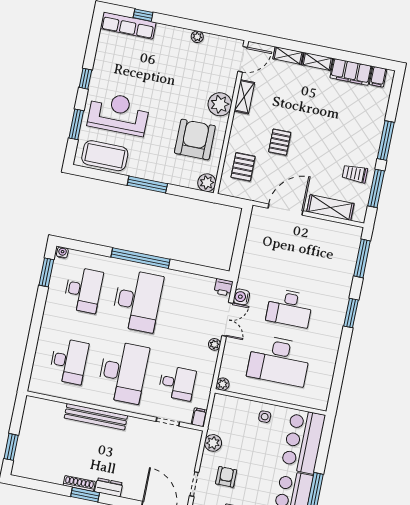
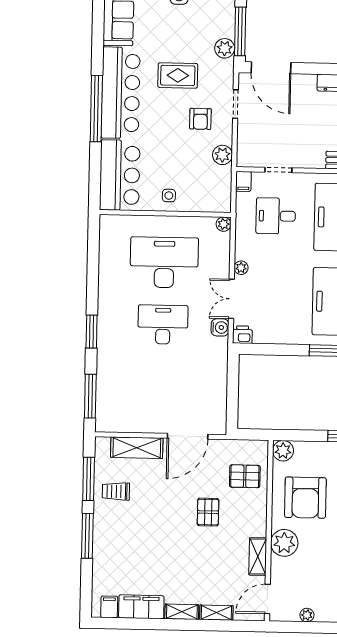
plant: (197, 37) -> (307, 615), moved
pallet: (243, 167) -> (245, 476), turned 90
trolley: (355, 174) -> (116, 491), turned 180

